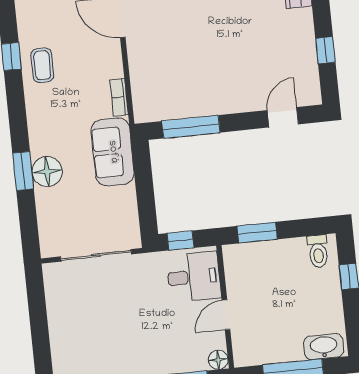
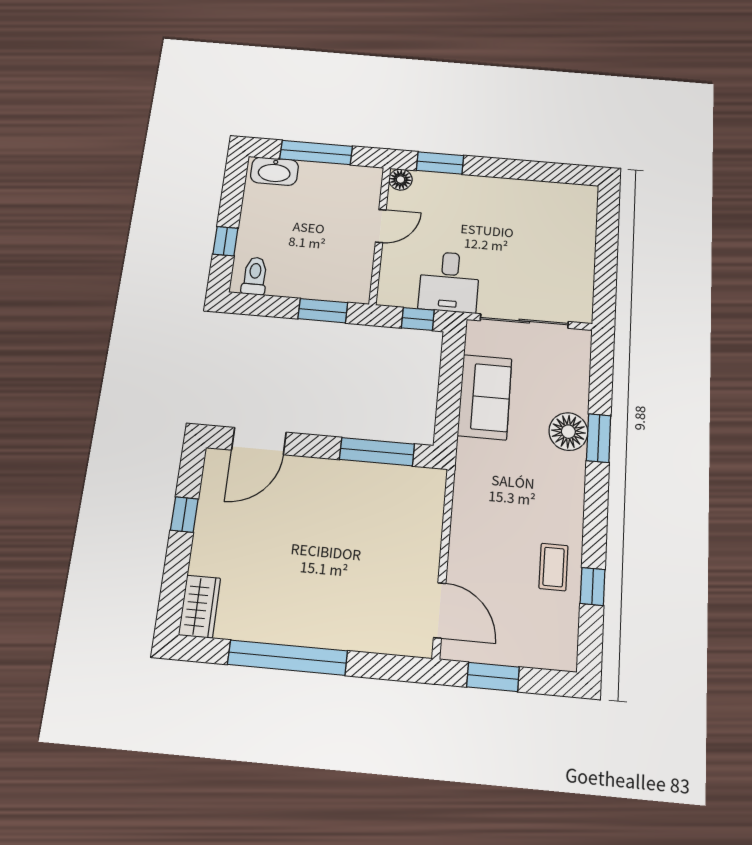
bookcase: (119, 97) -> (461, 506), removed
door: (283, 117) -> (259, 441), width x1.38
sofa: (113, 152) -> (485, 397), moved
desk: (194, 277) -> (449, 282), moved, turned -90

